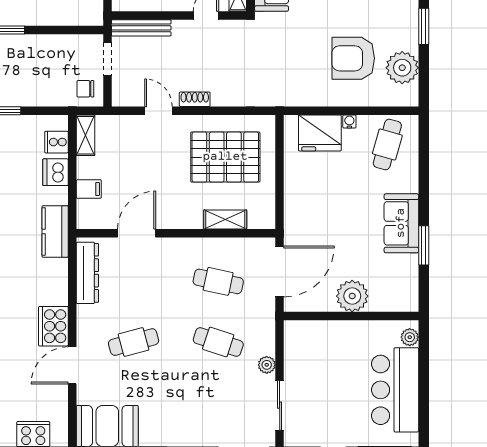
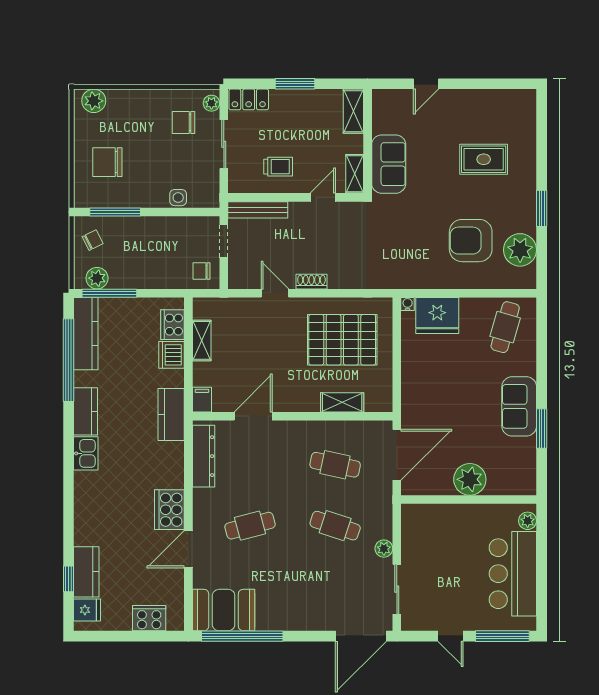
side table: (62, 16) -> (178, 198), added
water cooler: (349, 122) -> (408, 304), moved
shelving: (85, 135) -> (202, 340), moved
cooker: (56, 142) -> (173, 325), width x1.36
filing cabinet: (89, 189) -> (202, 400), moved, turned -90

